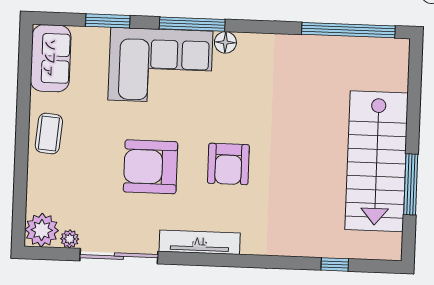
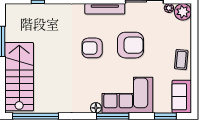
window: (108, 21) -> (165, 116), moved
stairs: (377, 161) -> (19, 77), moved
armchair: (228, 164) -> (92, 48), turned -90

